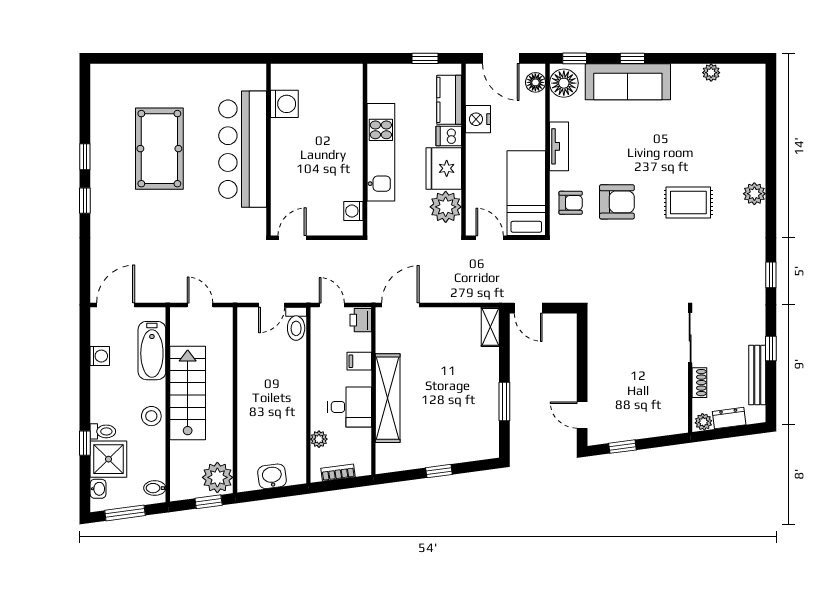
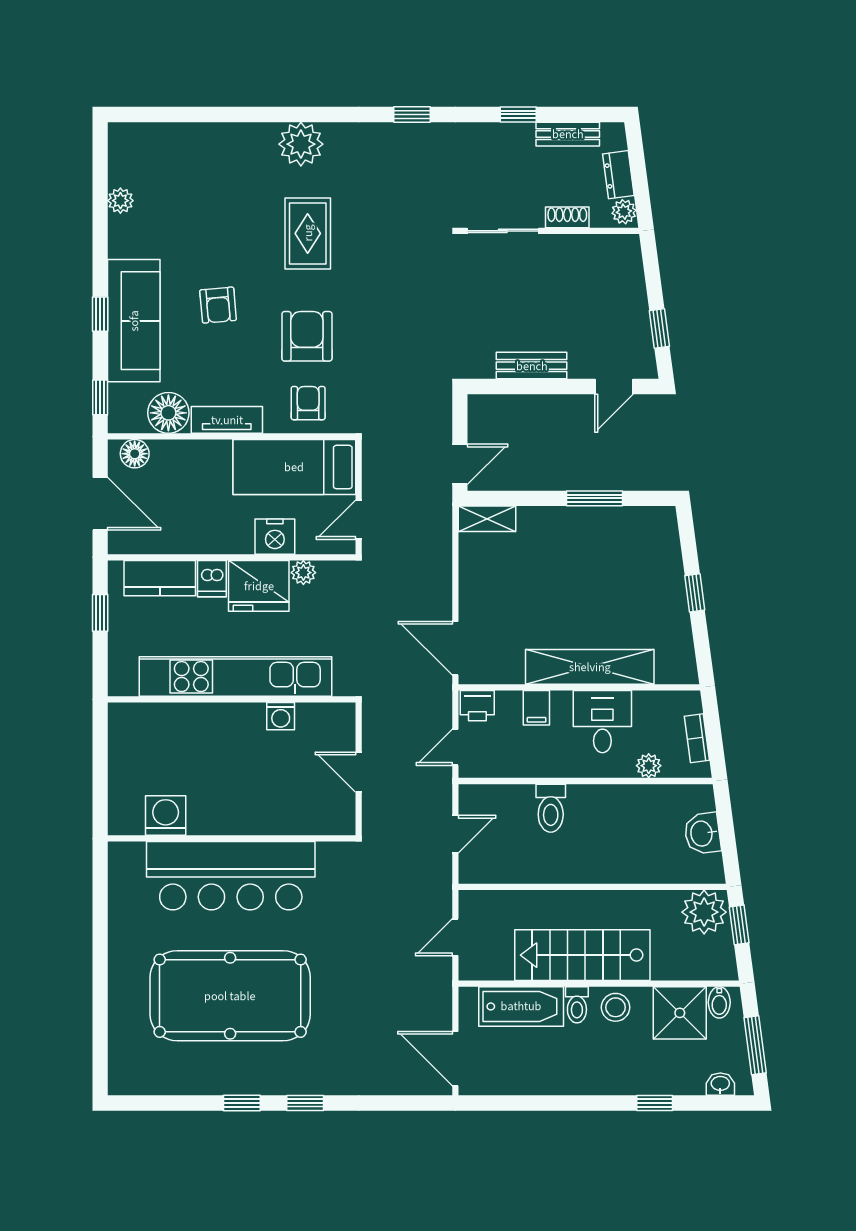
door: (501, 58) -> (100, 504), hinge flipped
floor lamp: (564, 83) -> (168, 413), moved
nightstand: (478, 119) -> (275, 537), moved
armchair: (639, 140) -> (218, 305), added
pool table: (159, 149) -> (230, 996), width x1.36, depth x1.32
kitchen unit: (381, 152) -> (235, 677), width x1.36
plant: (754, 194) -> (301, 144), width x1.36, depth x1.36
plant: (446, 207) -> (303, 573), width x0.53, depth x0.53
washing machine: (353, 211) -> (281, 716), moved
door: (292, 238) -> (359, 772), moved
door: (272, 305) -> (455, 834), hinge flipped
toilet: (296, 324) -> (551, 808), moved, turned 90
washing machine: (100, 356) -> (529, 1082), removed
bench: (597, 358) -> (532, 366), added
bench: (757, 375) -> (568, 134), width x0.73
toilet: (103, 431) -> (577, 1005), moved, turned 180
shower: (108, 459) -> (680, 1013), moved

